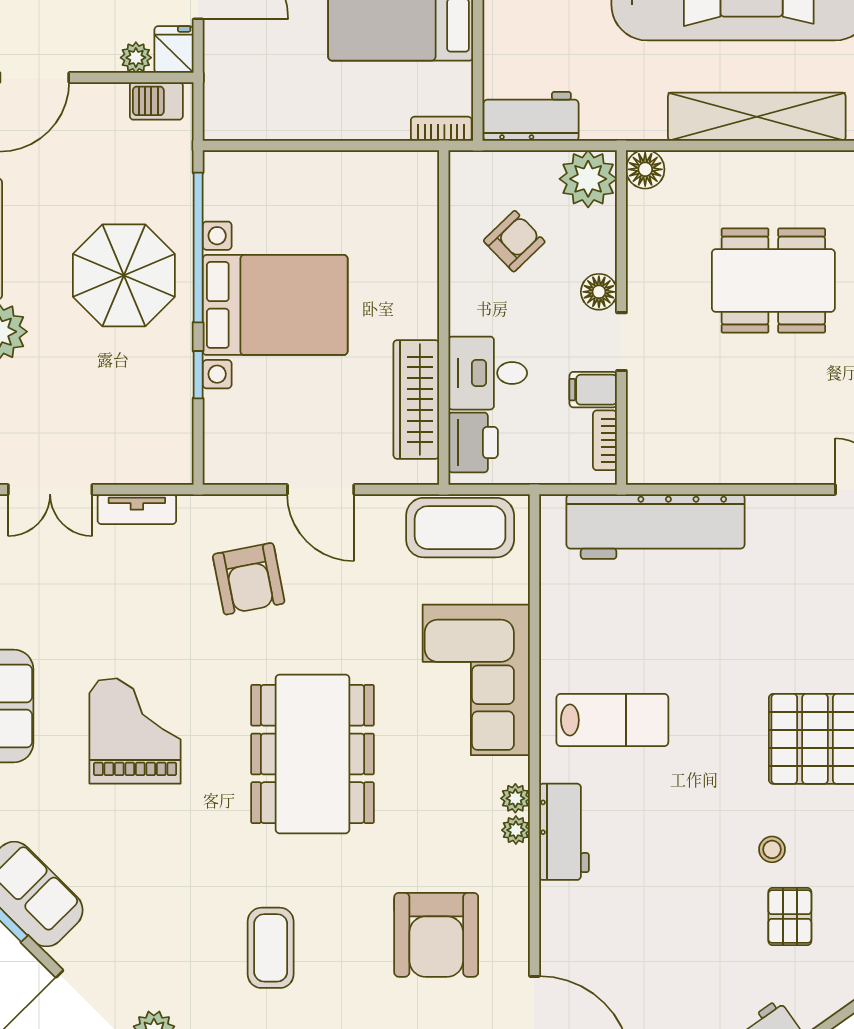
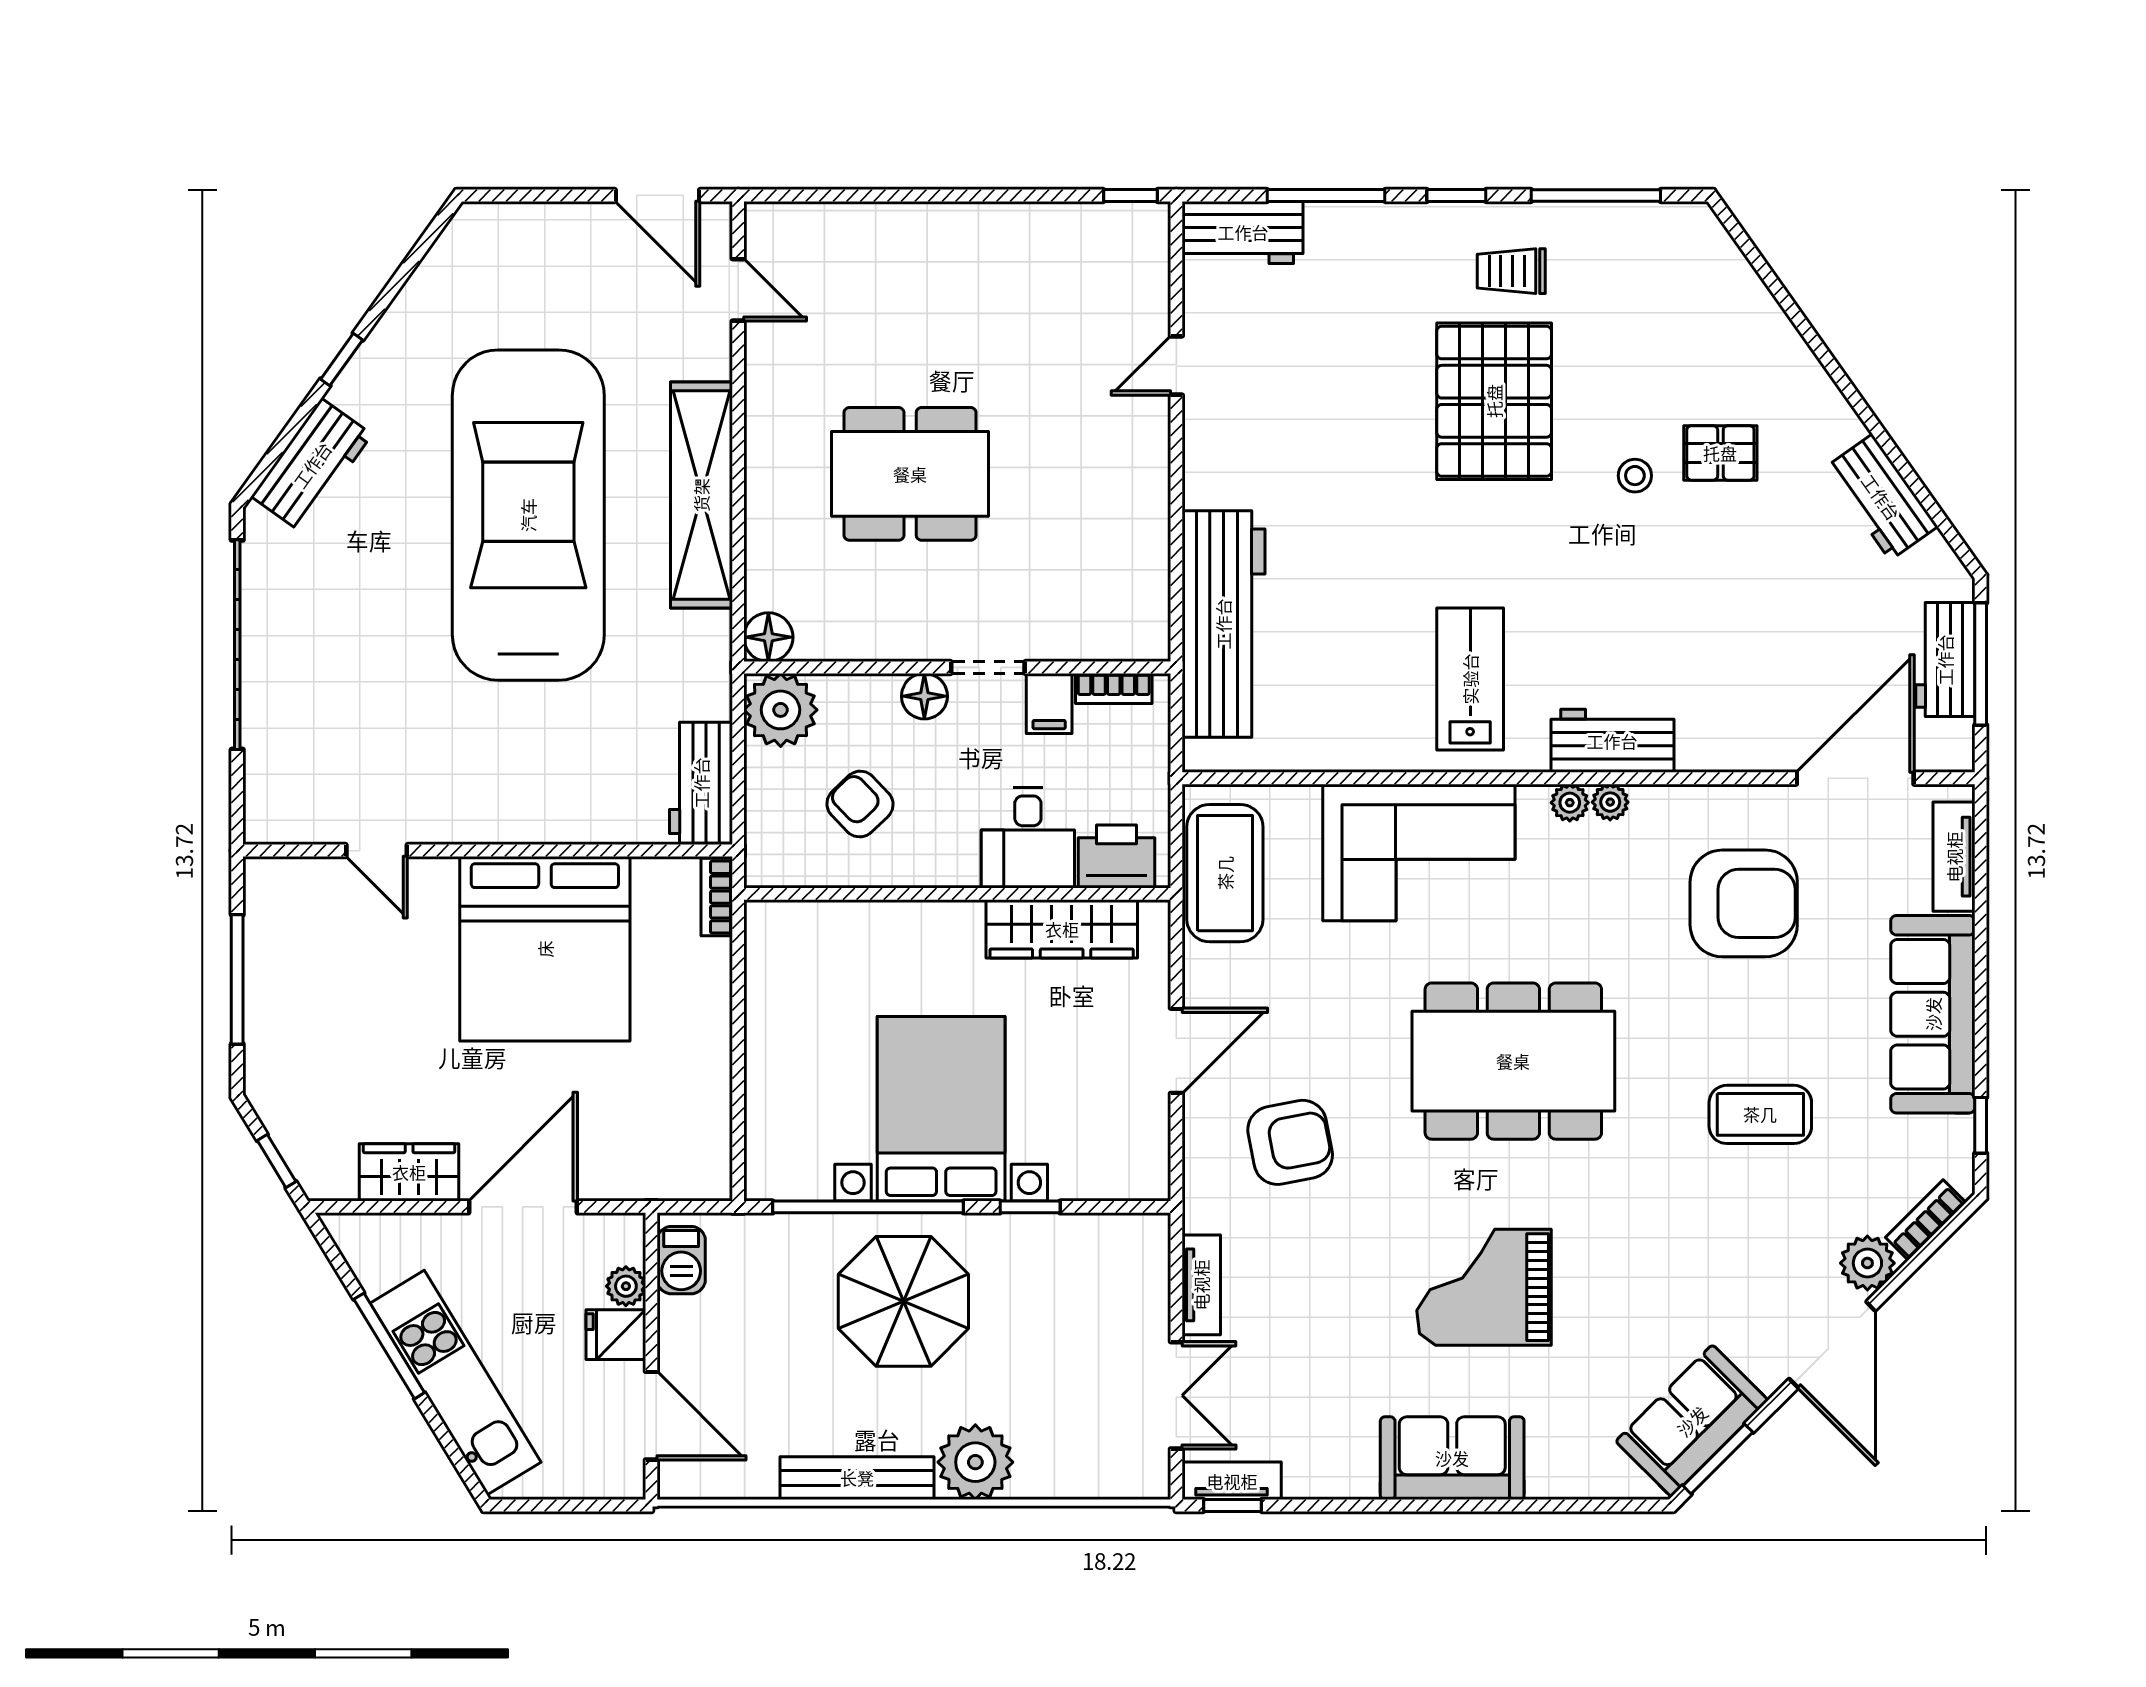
fridge: (174, 50) -> (616, 1335), moved
dining table: (773, 280) -> (910, 474), turned 90

